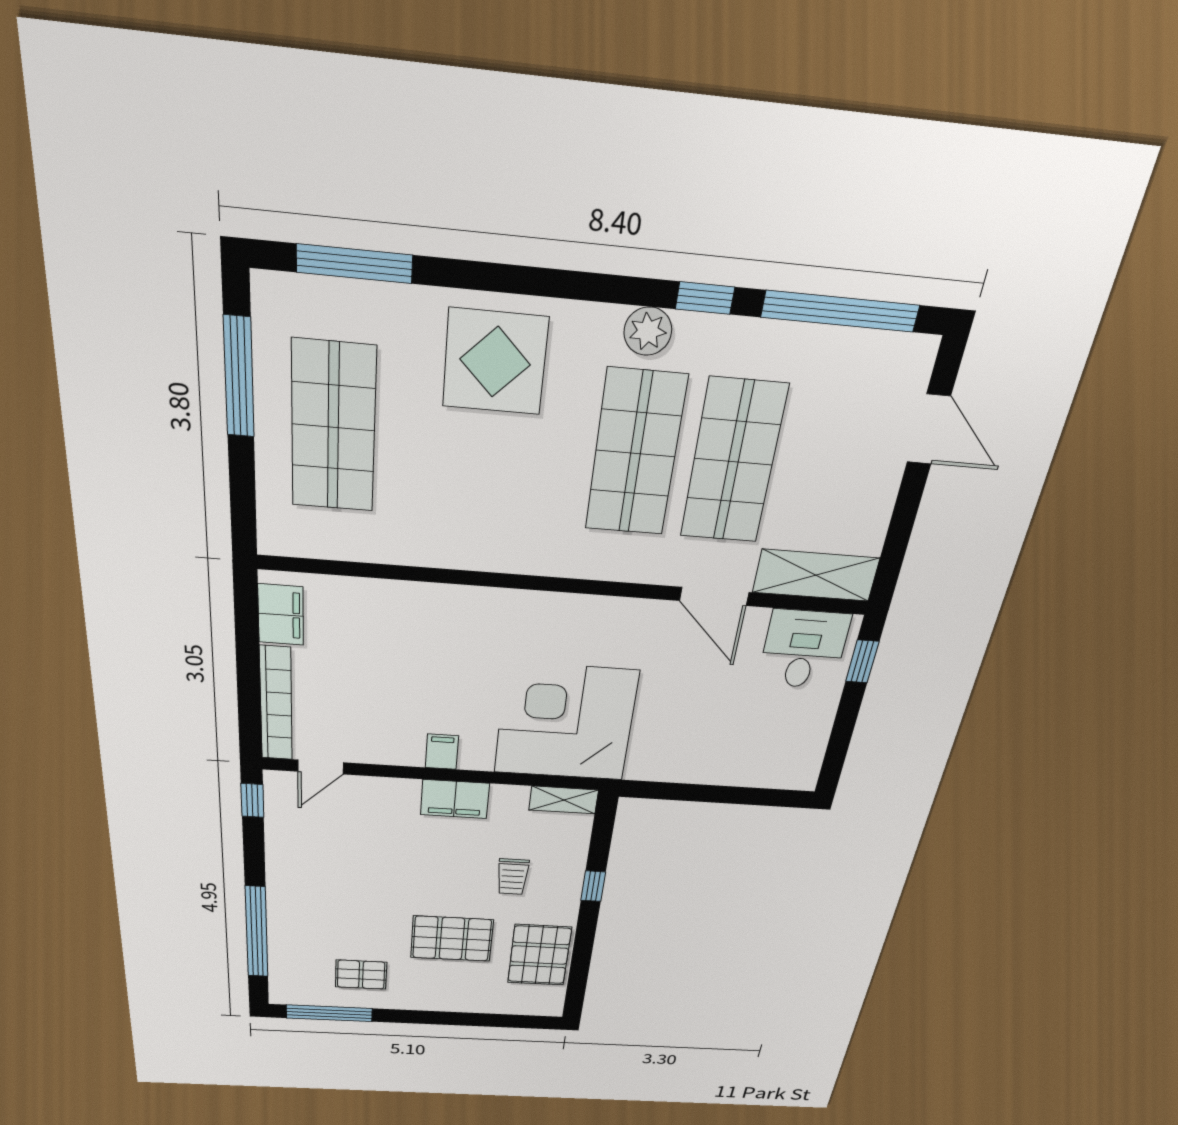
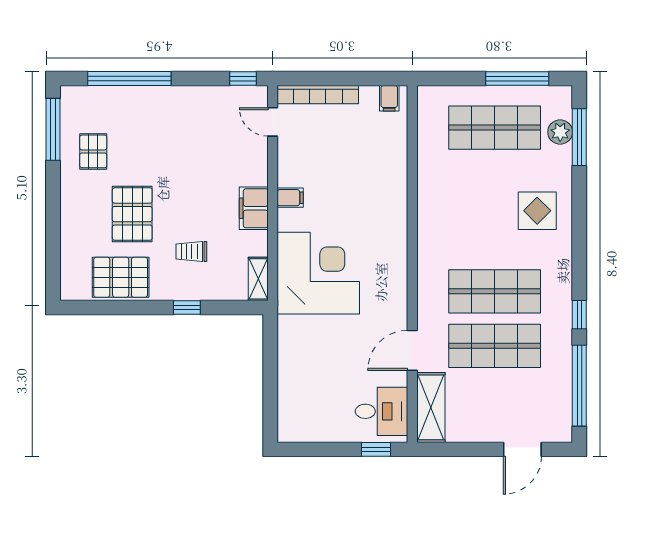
plant: (648, 331) -> (560, 132), moved
display table: (495, 362) -> (537, 211), width x0.73, depth x0.73
filing cabinet: (281, 615) -> (389, 98), width x0.50

